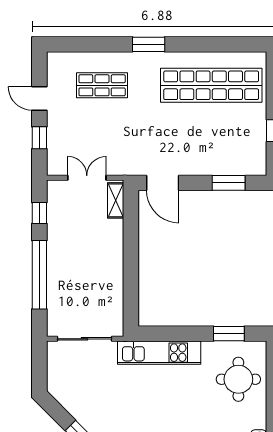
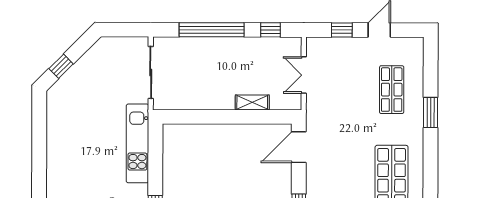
window: (149, 44) -> (431, 113), moved
double door: (87, 178) -> (304, 75), swing flipped
shelving: (116, 200) -> (252, 102), moved

